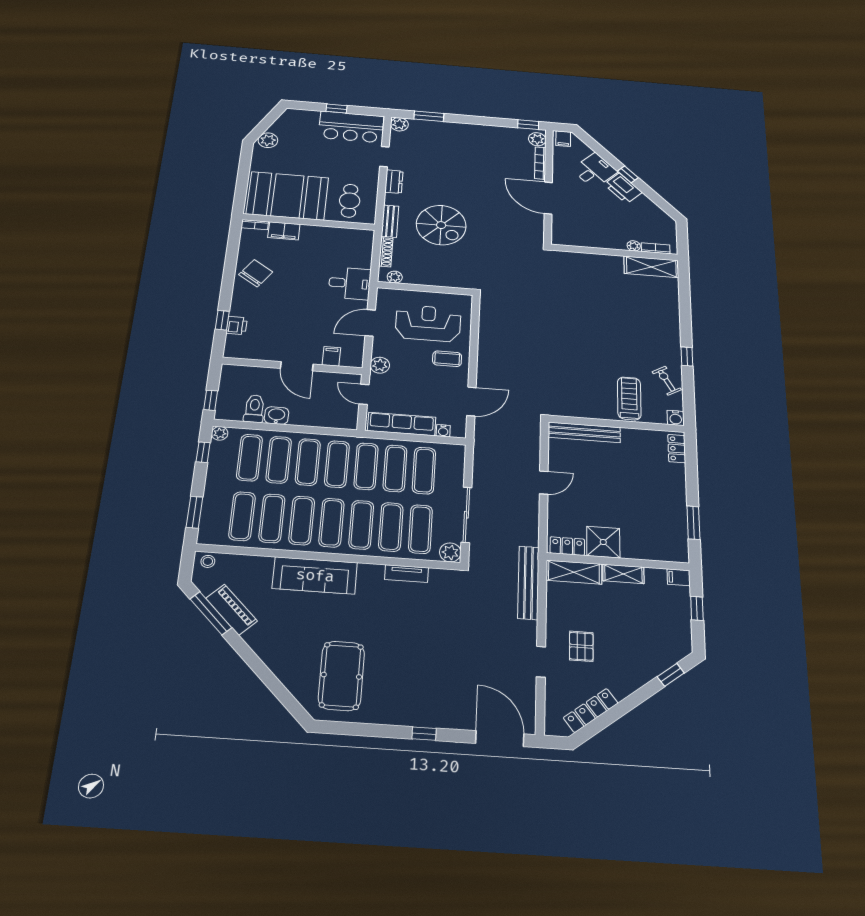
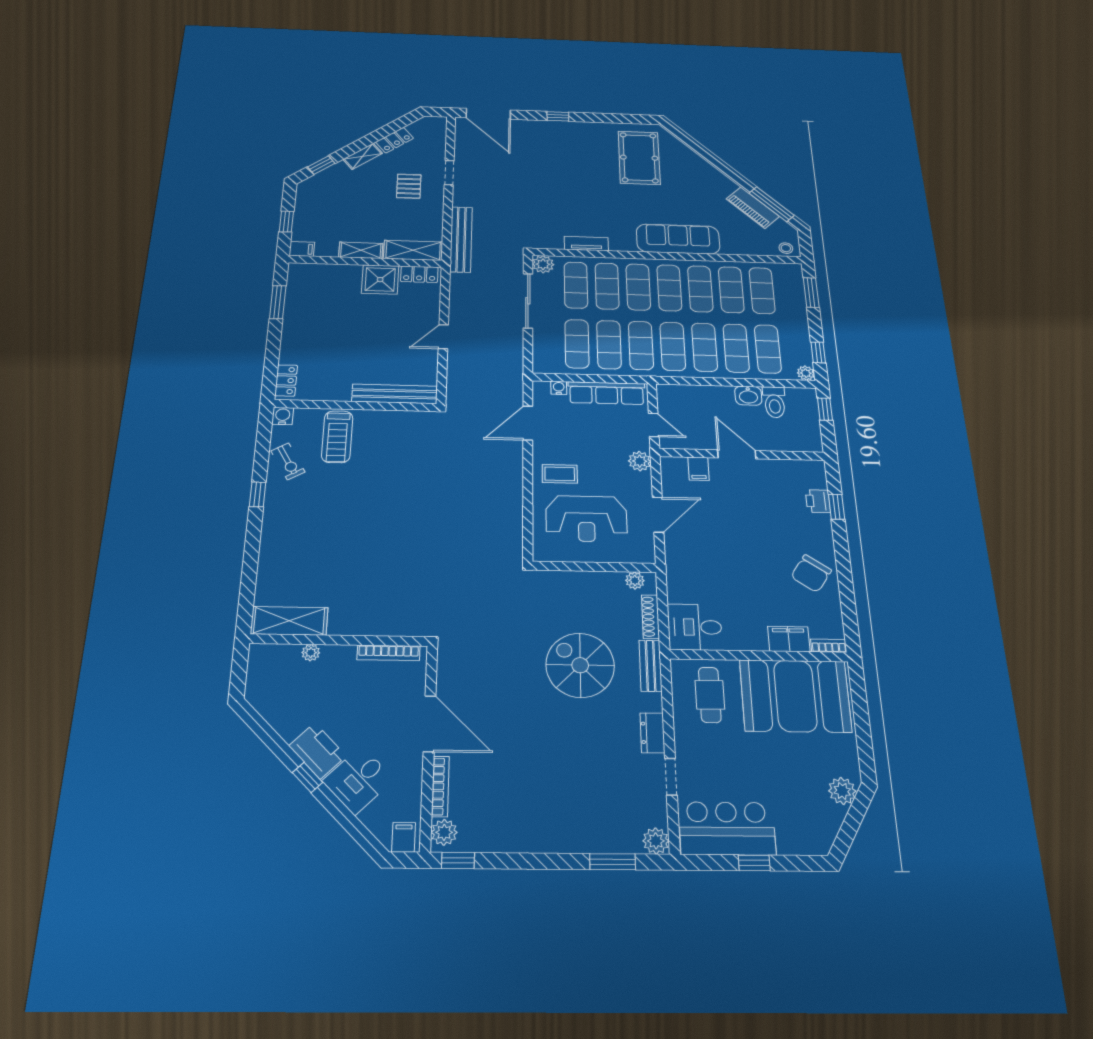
bookcase: (656, 248) -> (389, 653), moved, width x1.56
desk: (350, 283) -> (695, 627), moved
shelving: (630, 685) -> (363, 156), added
locker: (591, 710) -> (395, 140), width x0.66

